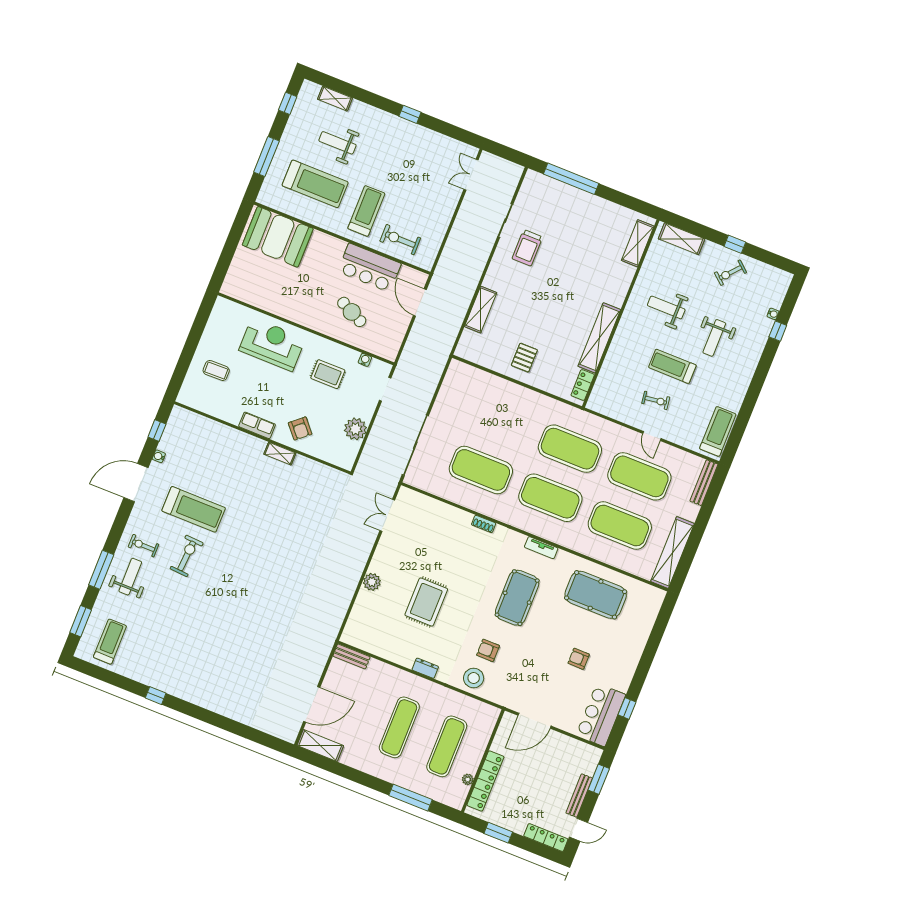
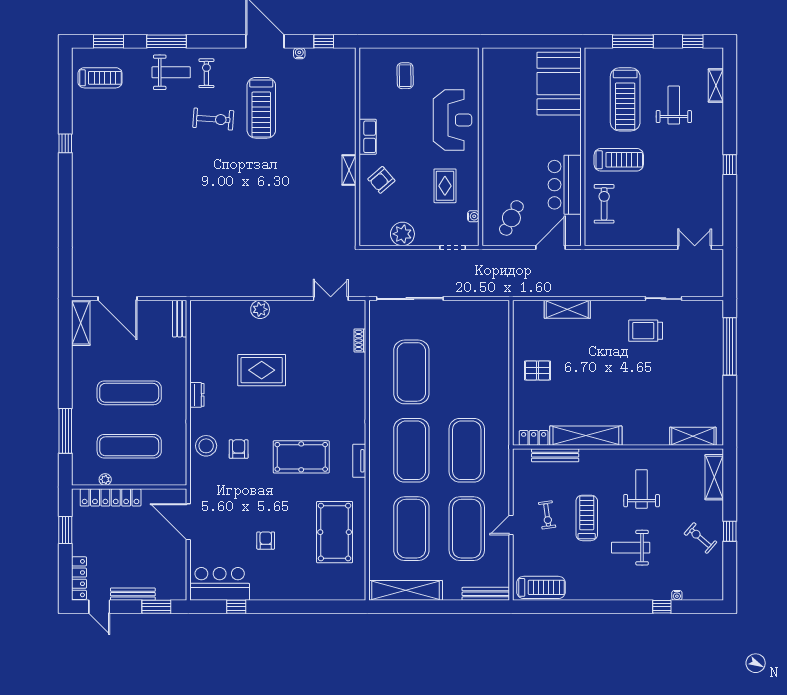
cafe table: (352, 312) -> (511, 218), moved
bench: (606, 372) -> (555, 455), added
shoe rack: (484, 524) -> (360, 340), moved

